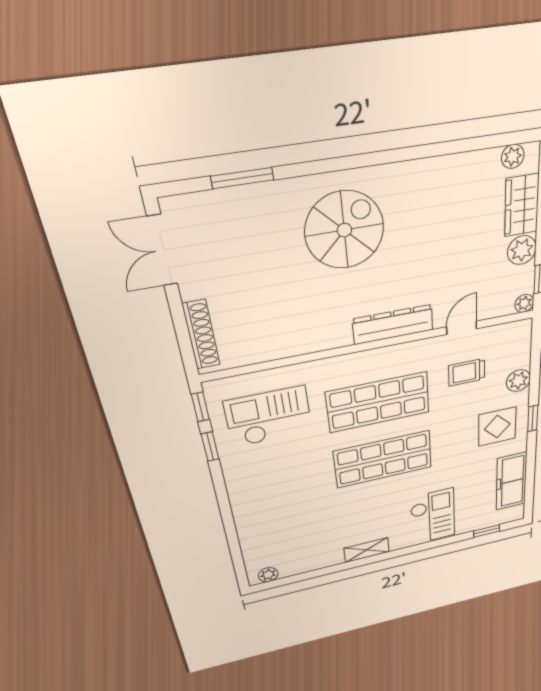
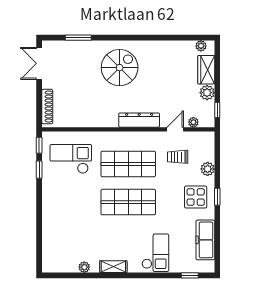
plant: (524, 303) -> (193, 122), moved
plant: (268, 575) -> (84, 267), moved

